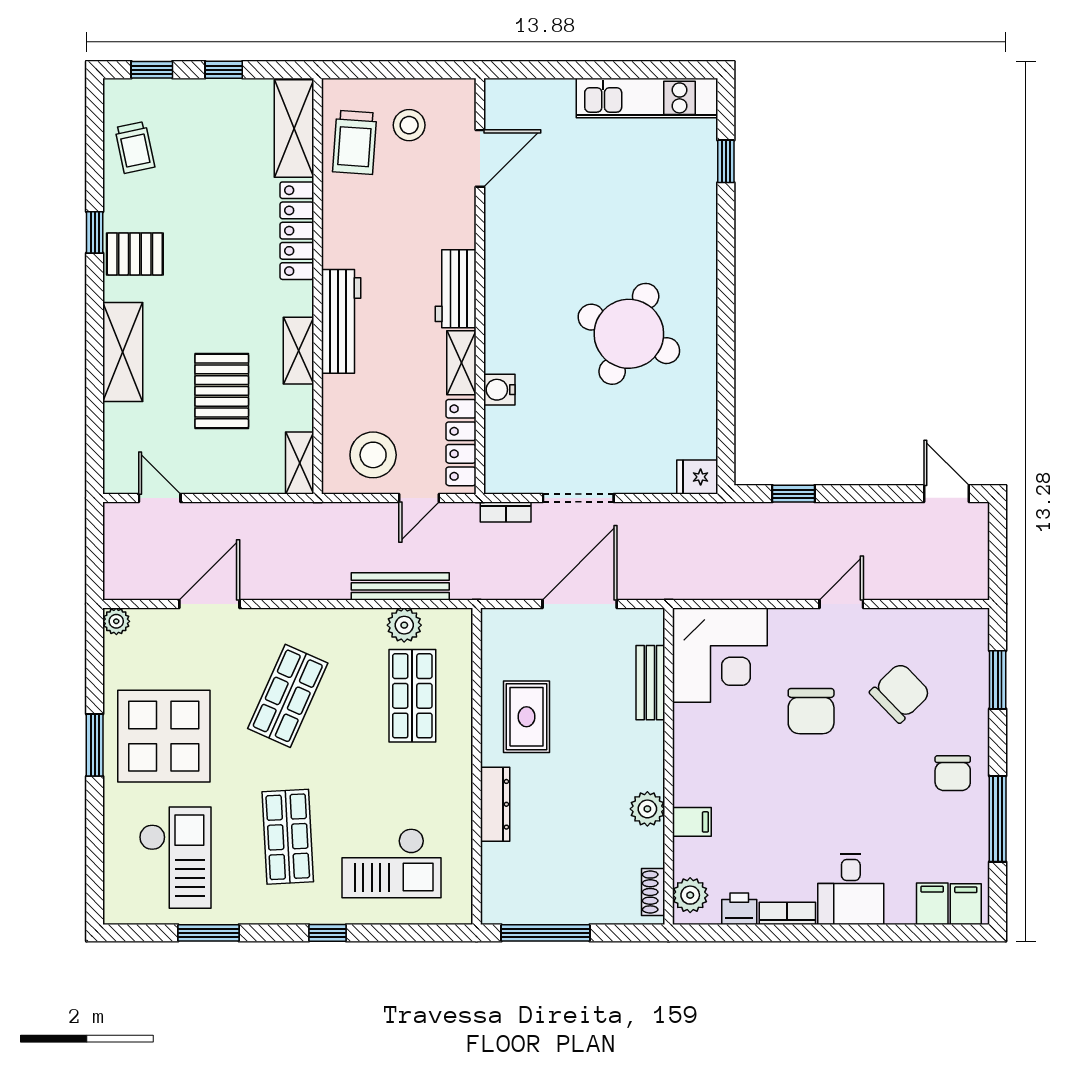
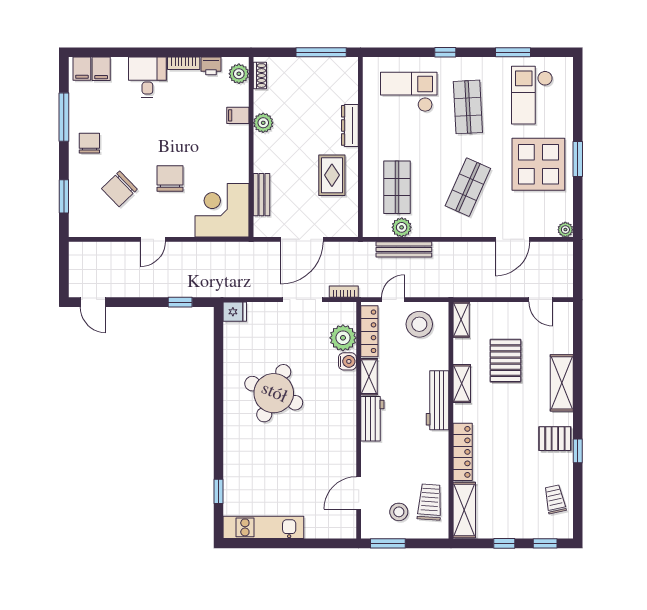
window: (428, 70) -> (388, 543), added
plant: (507, 431) -> (343, 338), added

